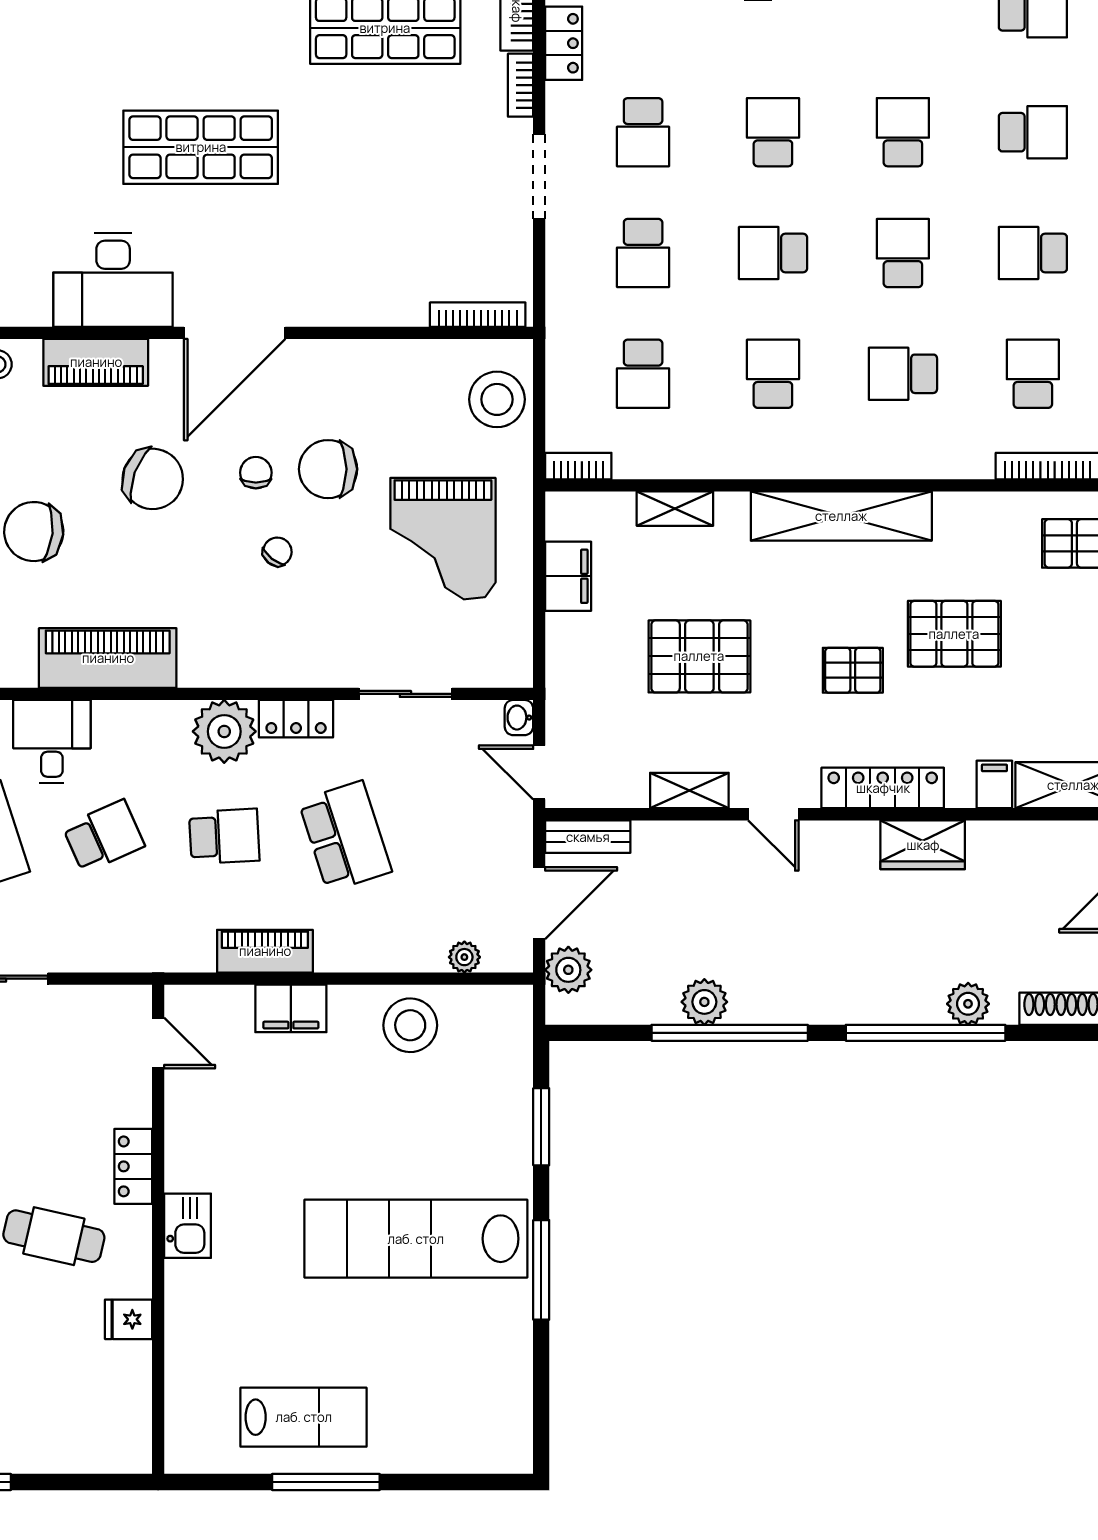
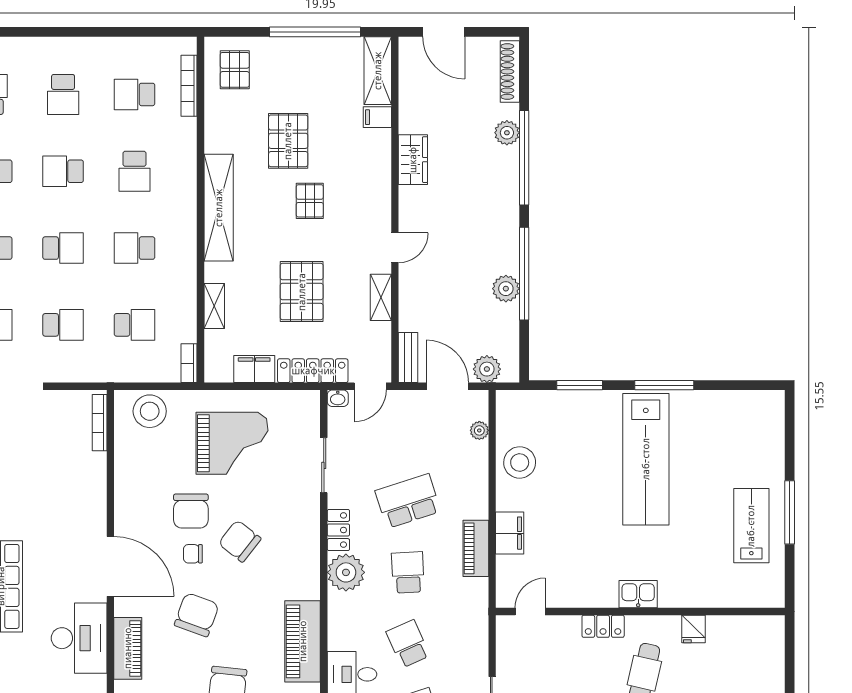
school desk: (773, 253) -> (63, 248), turned -90
chair: (277, 552) -> (240, 541), width x1.87, depth x1.87
locker: (883, 788) -> (313, 371), moved, turned 90

